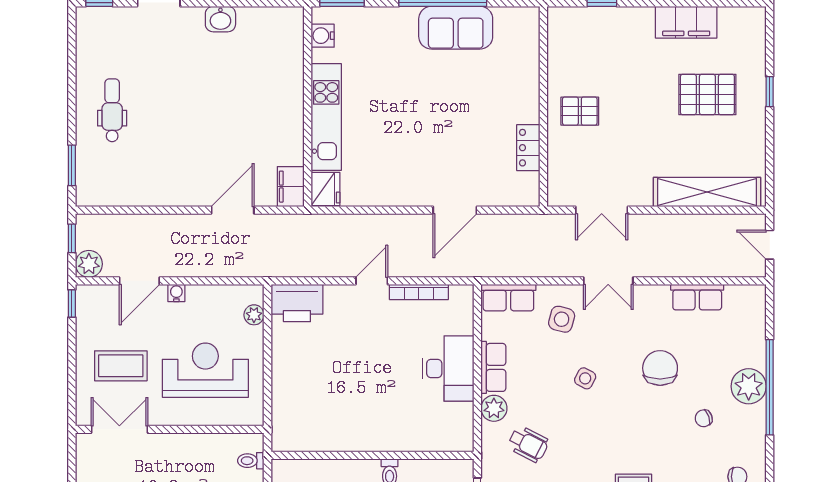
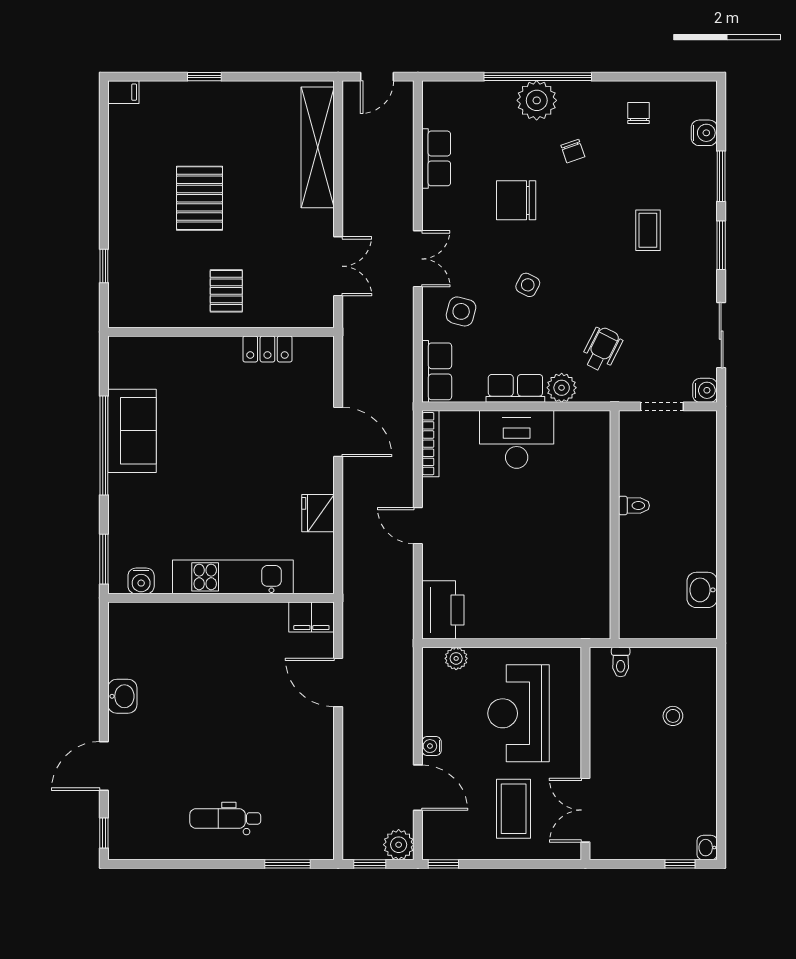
filing cabinet: (686, 22) -> (123, 92), moved, width x0.33, depth x0.86
pallet: (707, 94) -> (200, 198), moved
fridge: (325, 189) -> (318, 513), moved, turned -90
bookcase: (419, 292) -> (430, 444), moved

